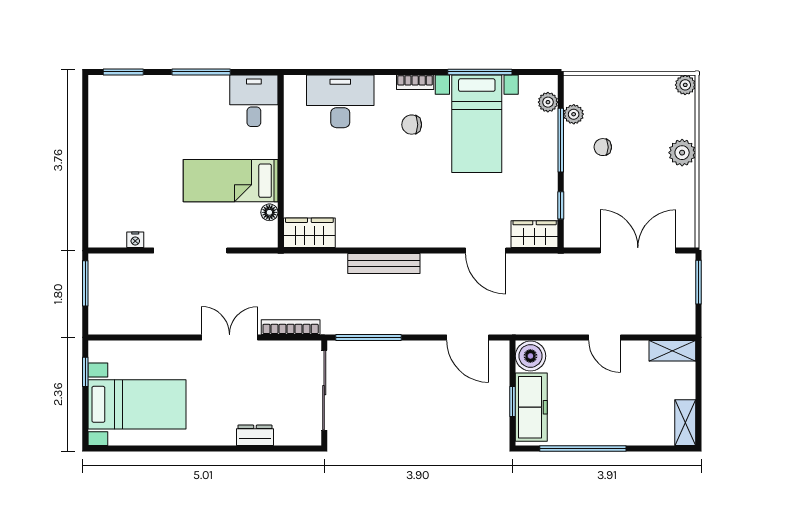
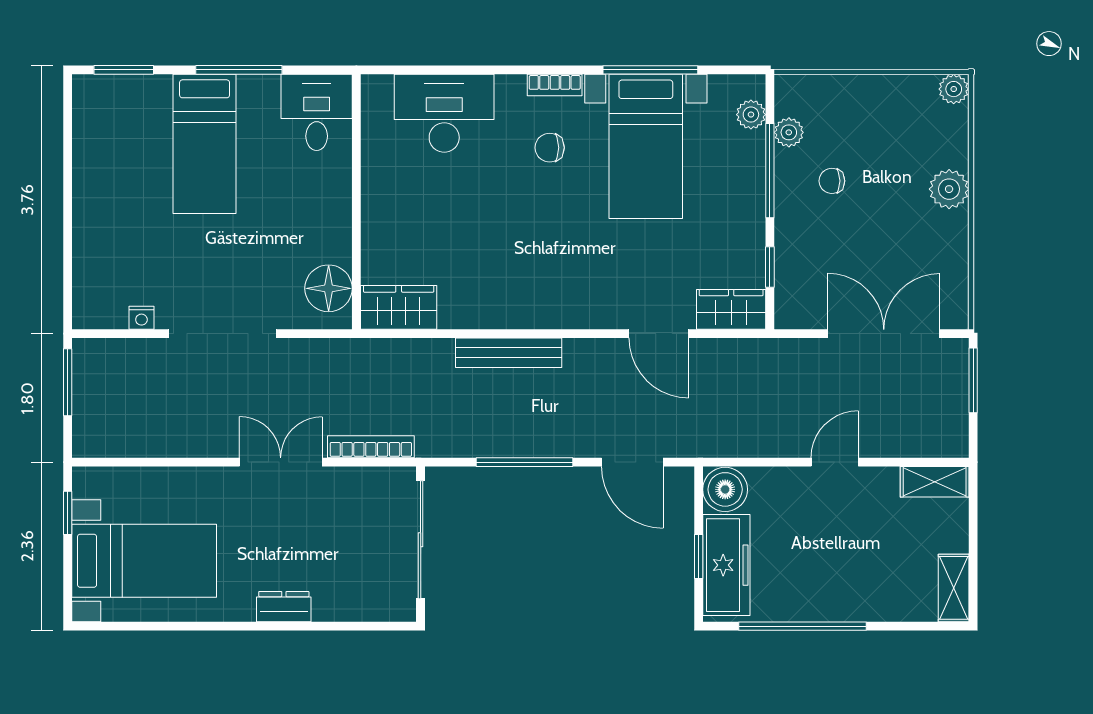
bed: (231, 181) -> (205, 144), moved, turned -90
floor lamp: (269, 212) -> (329, 288), width x1.89, depth x1.89
window: (368, 337) -> (524, 462), moved
door: (605, 337) -> (835, 462), swing flipped
dresser: (255, 435) -> (284, 607), moved

